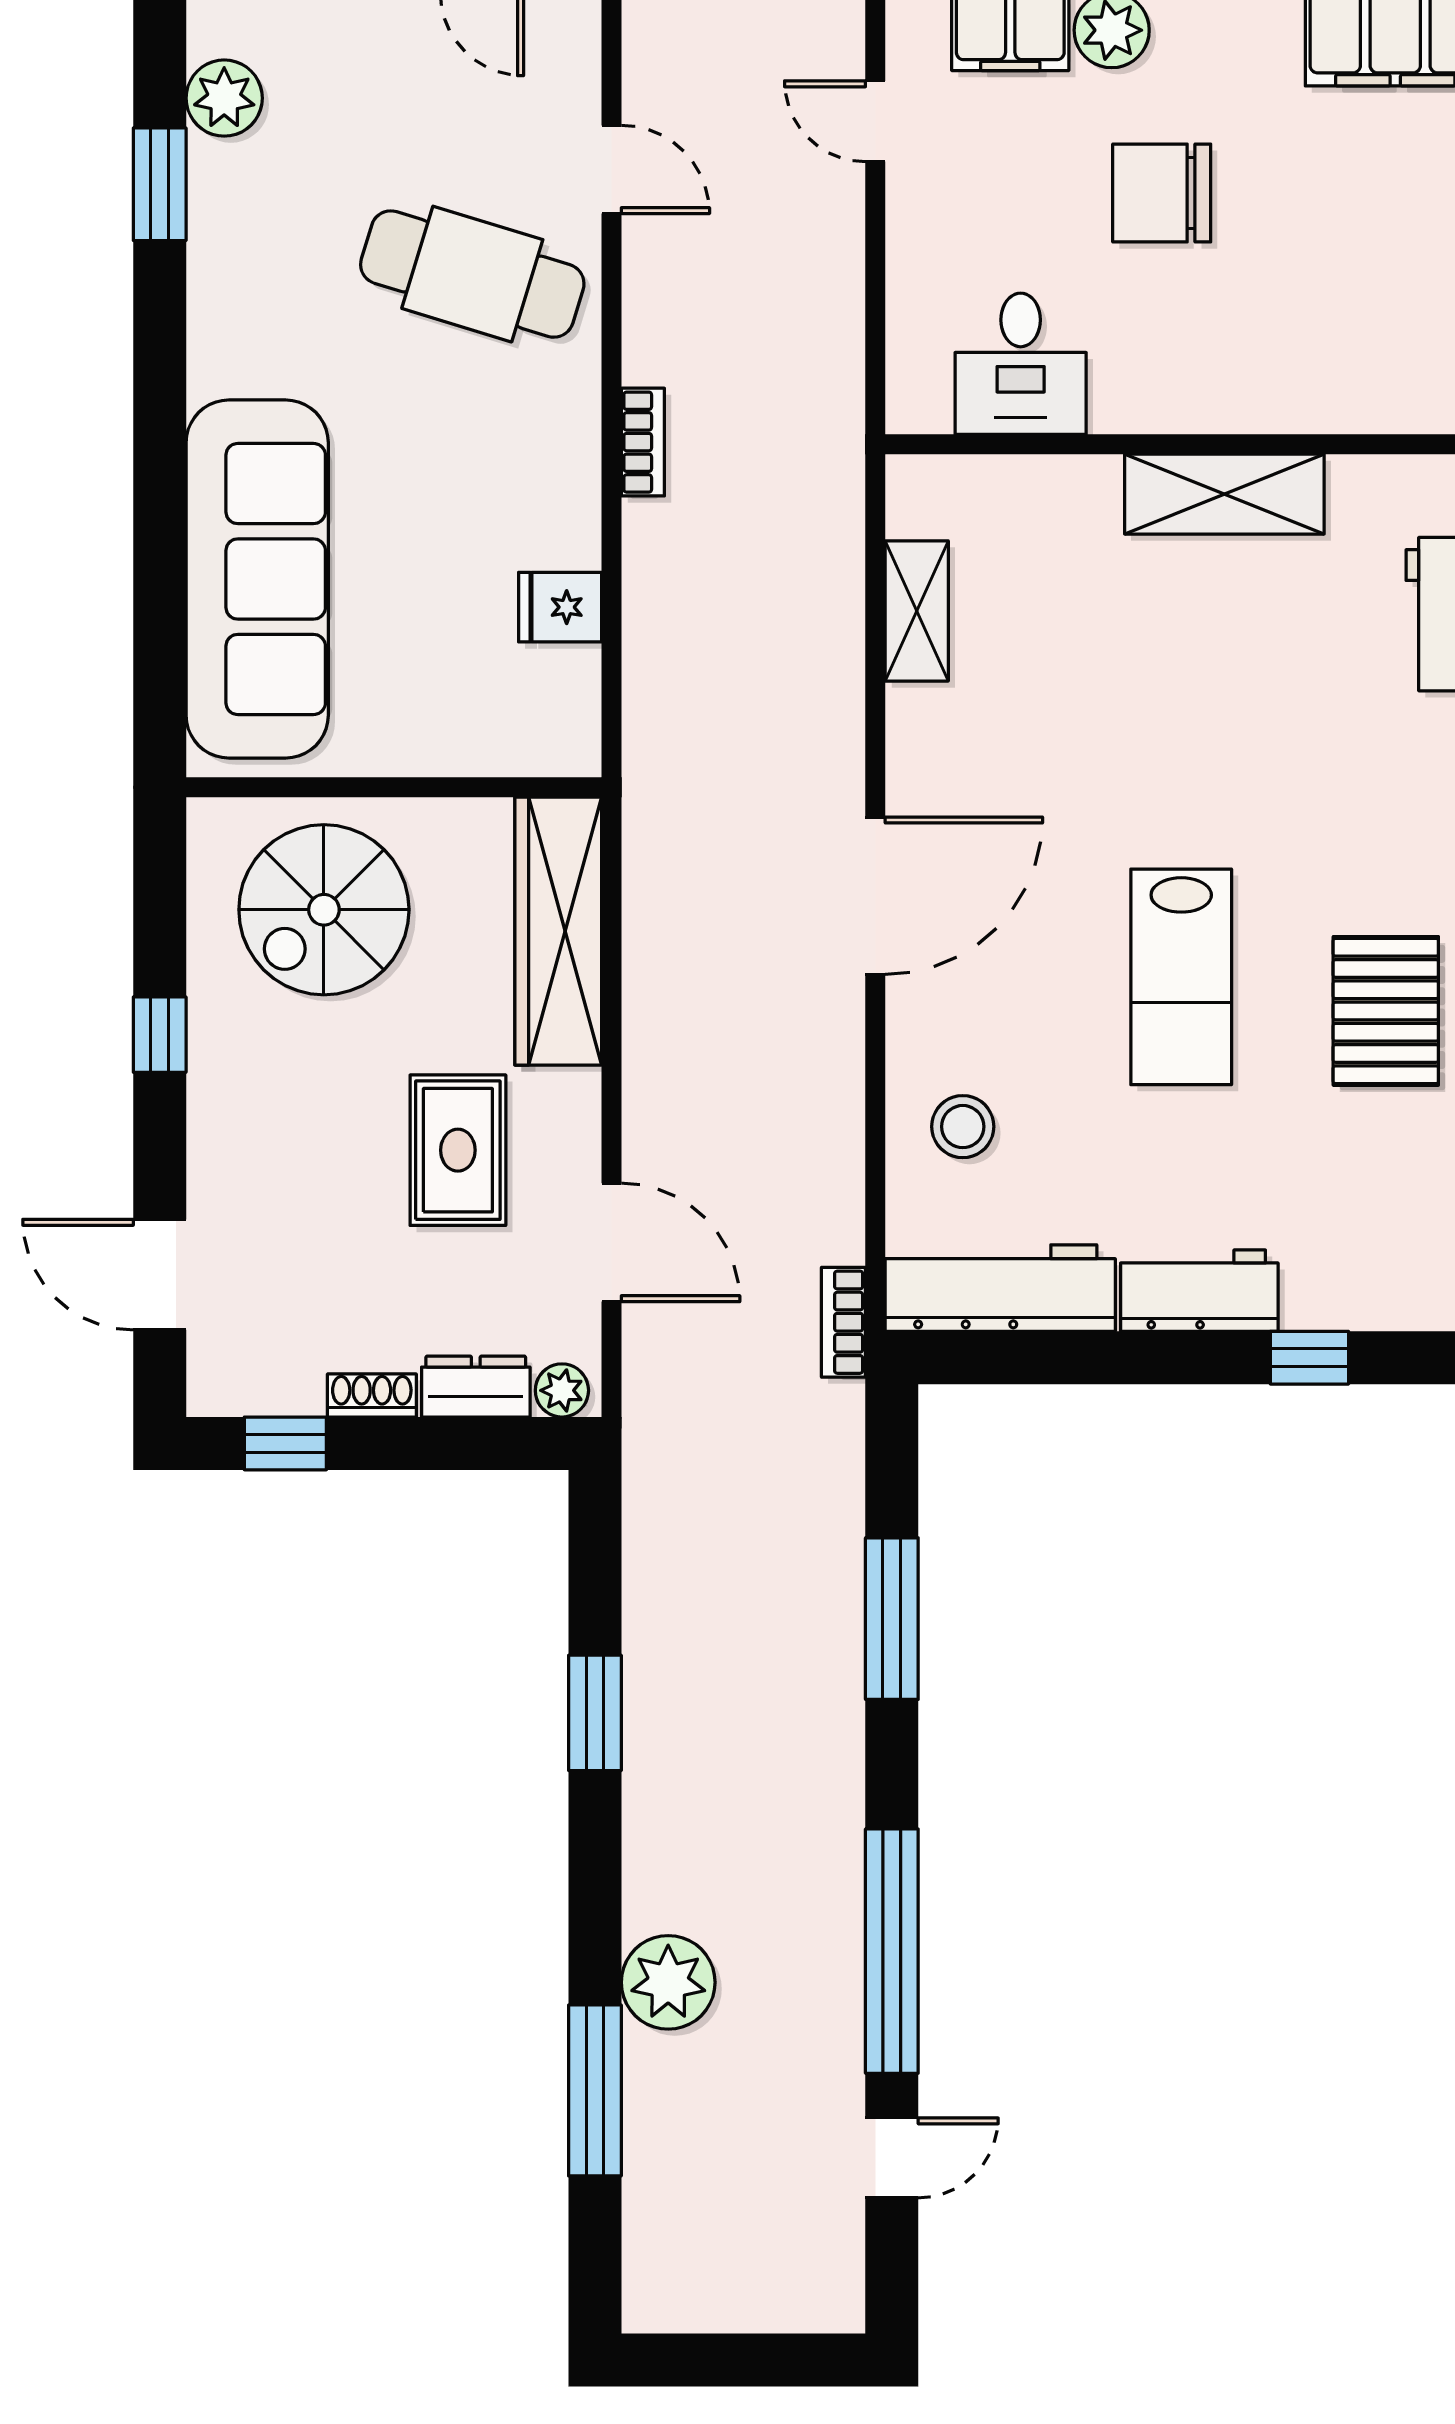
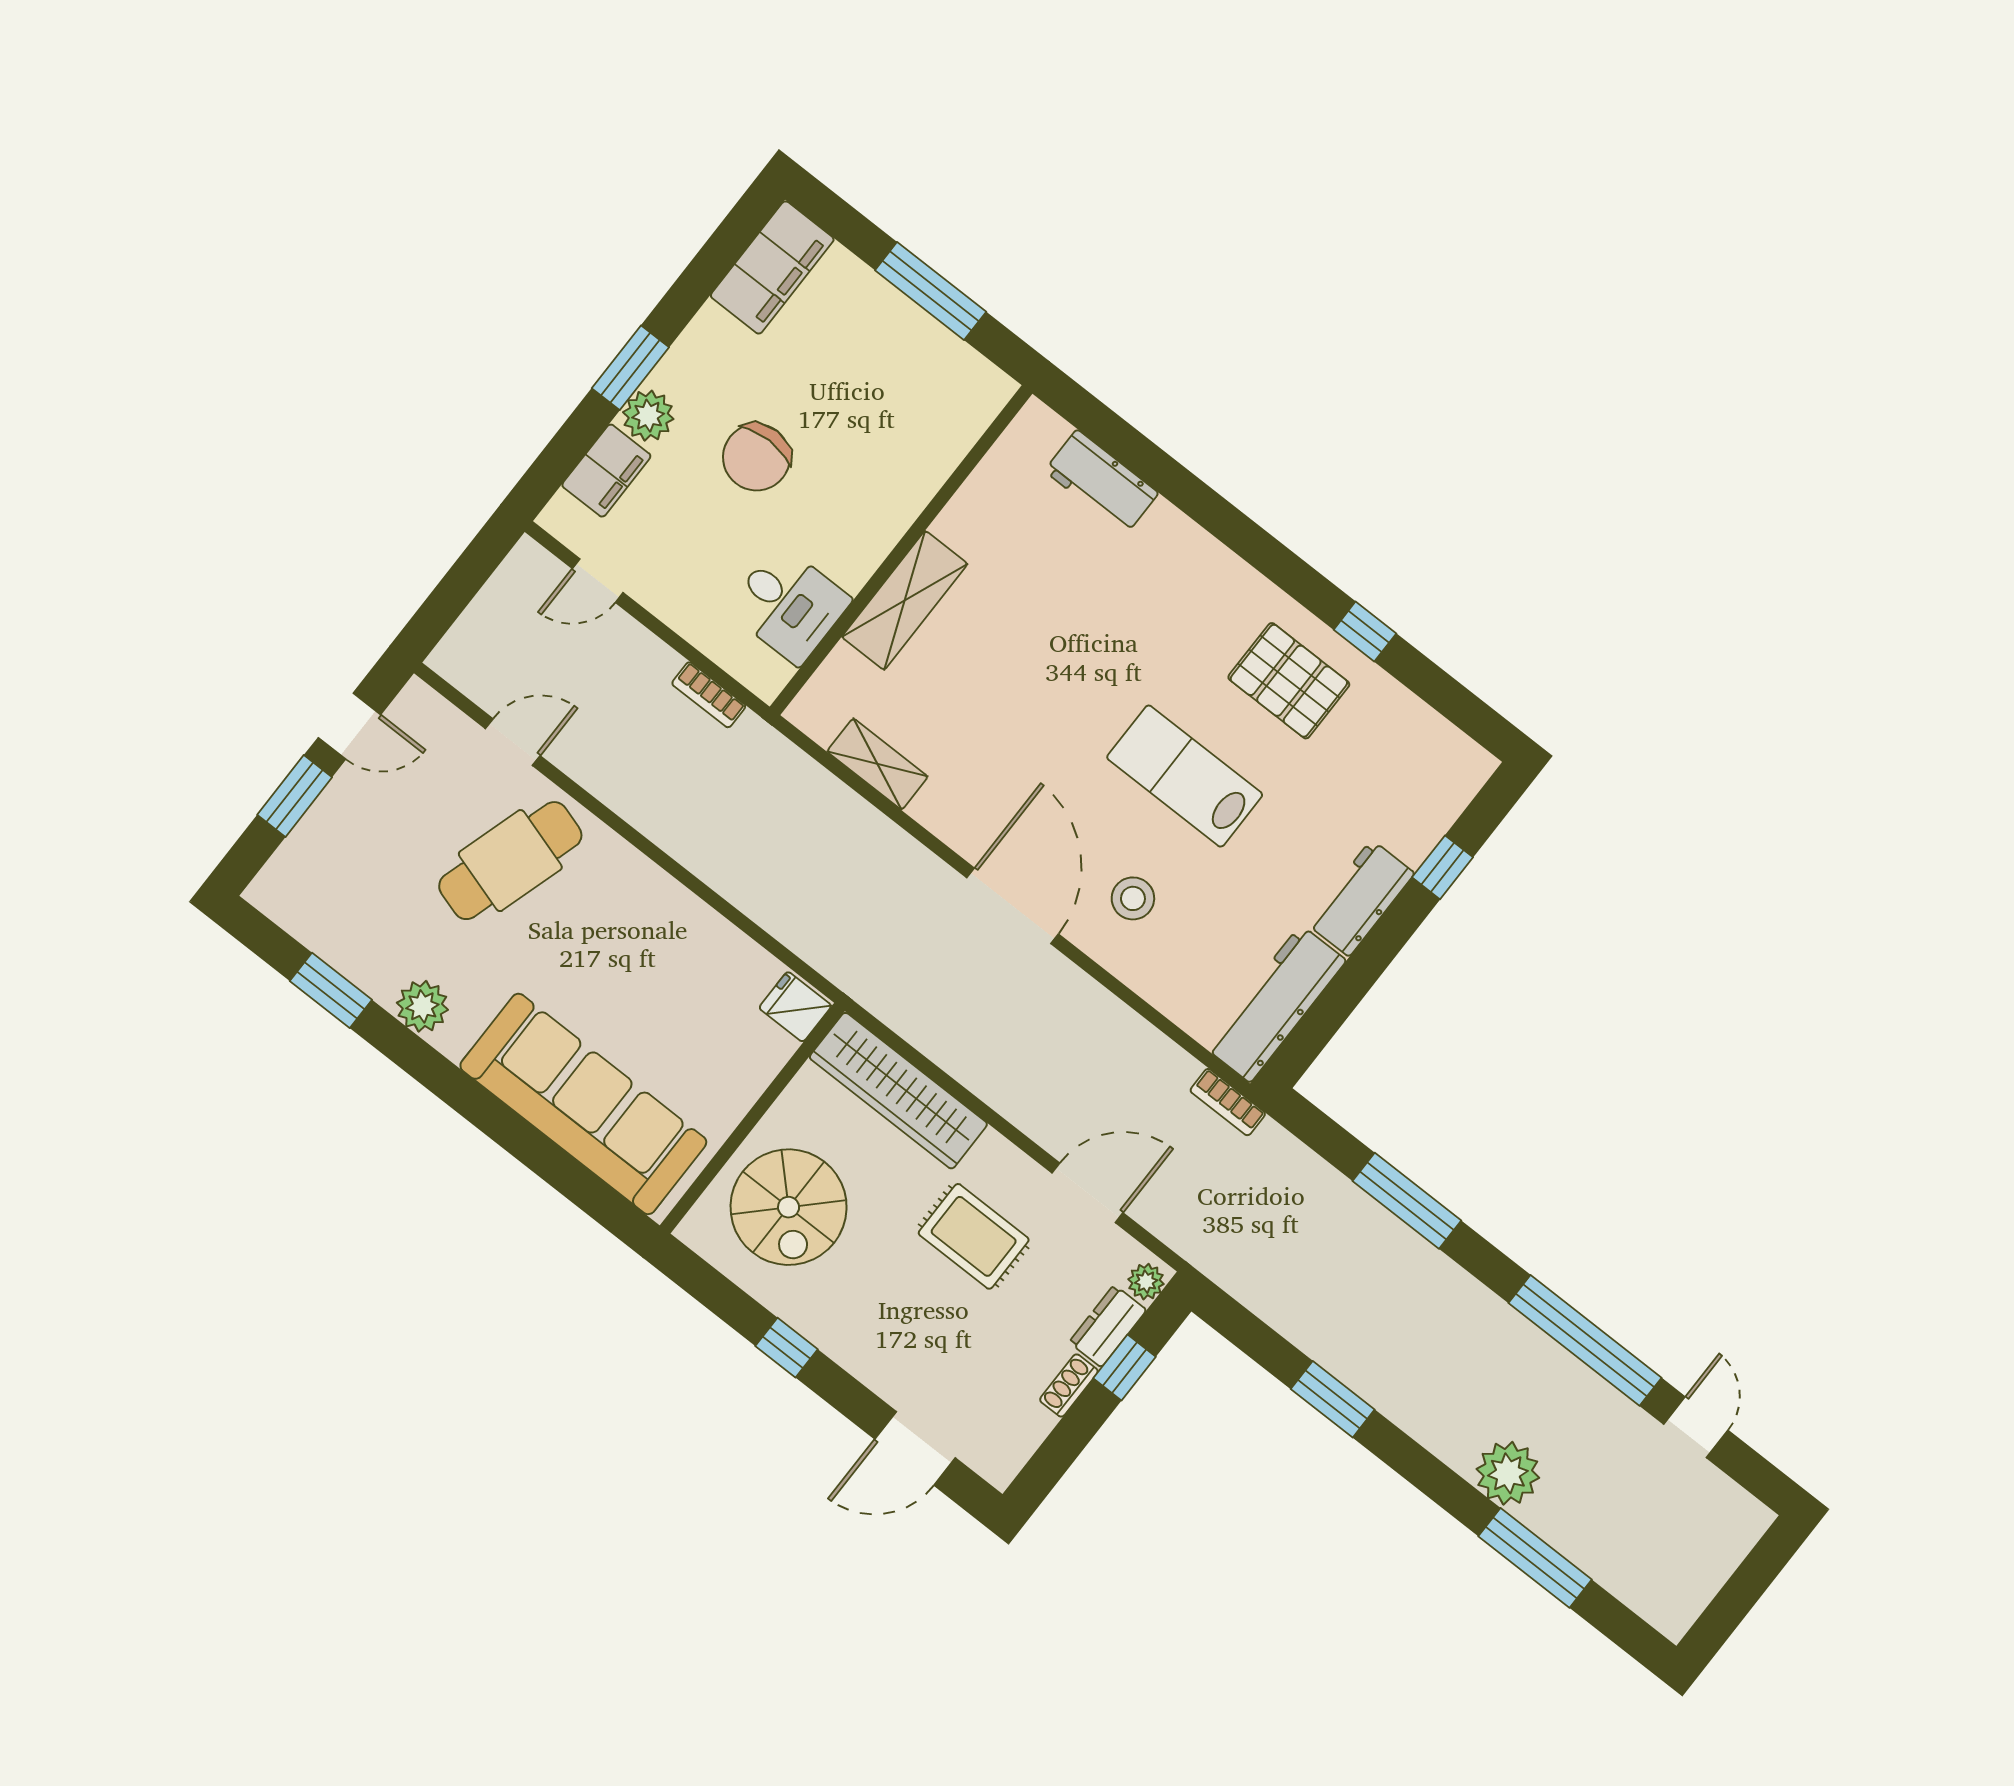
plant: (224, 98) -> (422, 1006), moved
bookcase: (643, 442) -> (709, 695), moved, turned 180
shelving: (1224, 494) -> (905, 600), moved
fridge: (560, 607) -> (795, 1007), moved, turned 90
lab bench: (1181, 977) -> (1185, 776), turned 180
stool: (963, 1127) -> (1133, 898), moved
window: (285, 1443) -> (1125, 1368), moved

